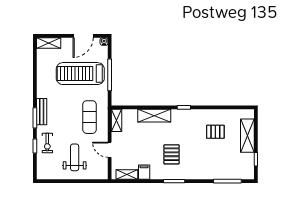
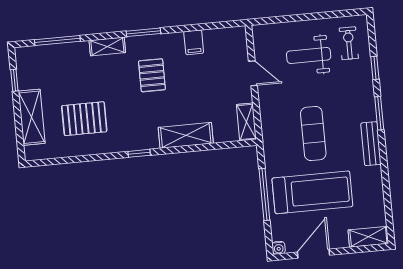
bench: (42, 112) -> (371, 144), moved
exercise mat: (90, 117) -> (313, 133), moved
pallet: (215, 132) -> (84, 119), width x1.50, depth x1.42
exercise bike: (47, 143) -> (349, 43), moved
weight bench: (75, 157) -> (309, 55), turned 90
shelving: (127, 174) -> (107, 46), moved

